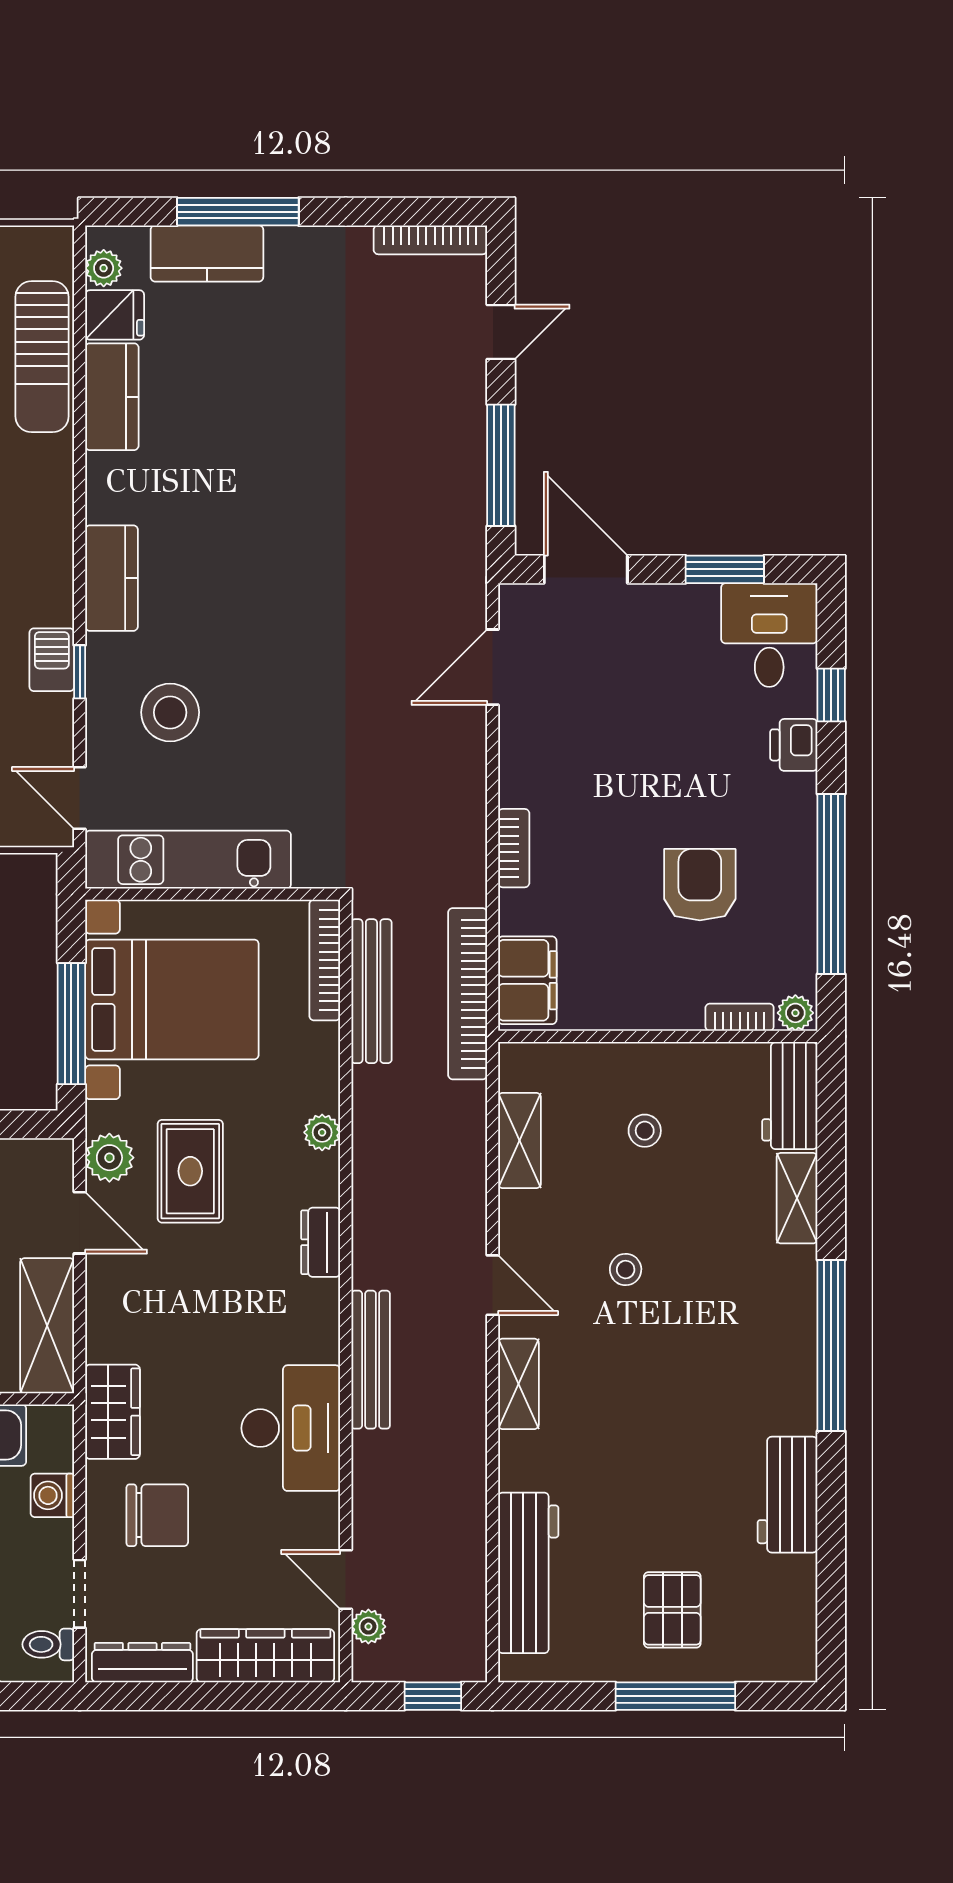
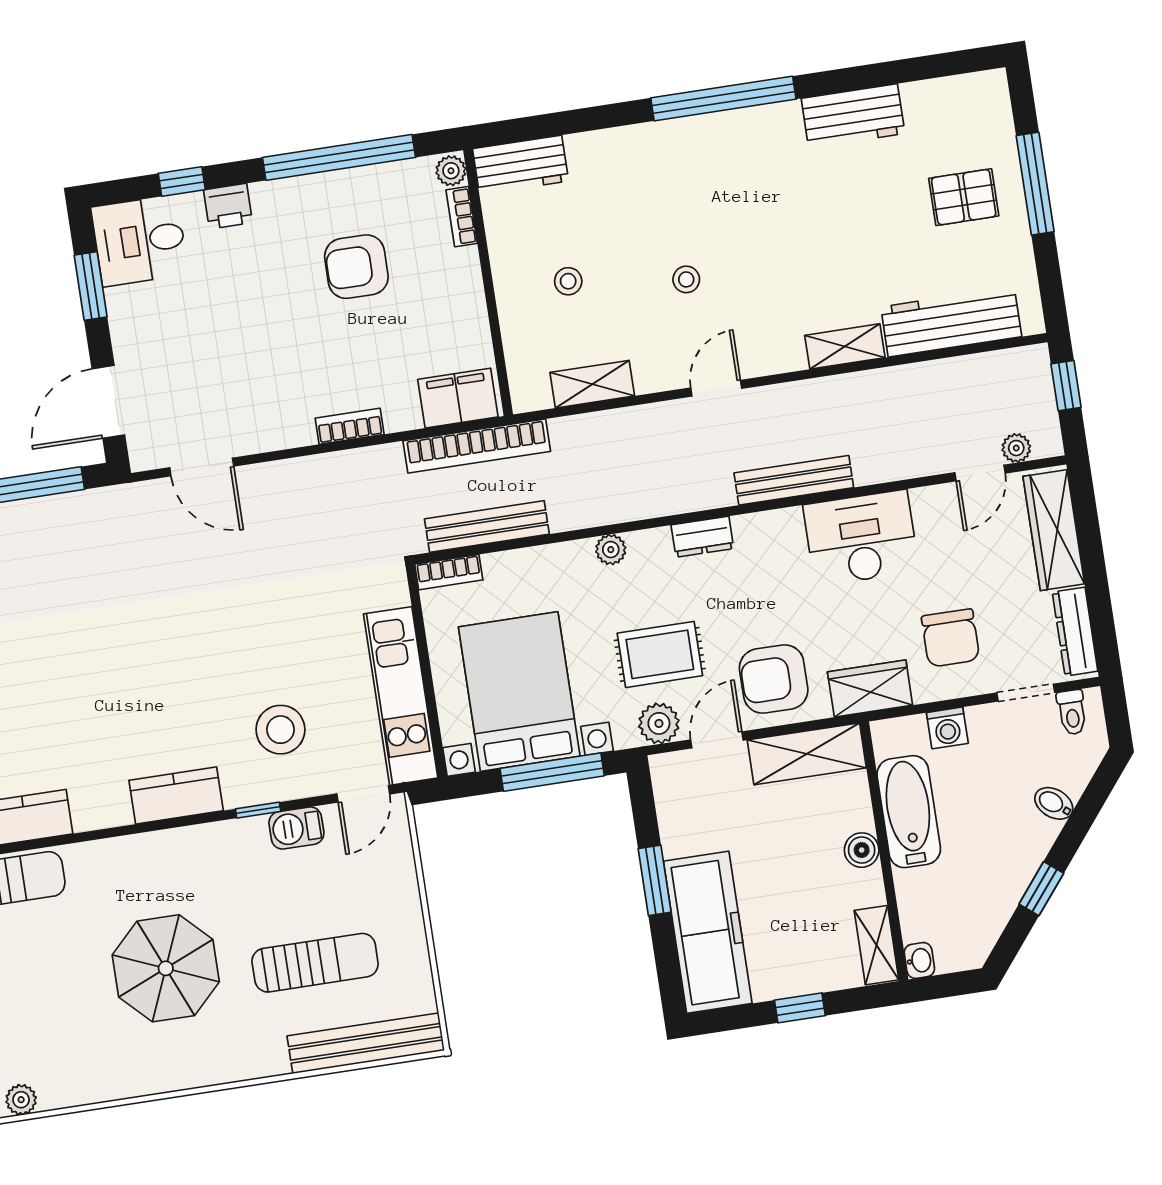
barbecue: (52, 660) -> (296, 828), moved
bookcase: (325, 960) -> (449, 572), width x0.64
shelving: (797, 1198) -> (605, 146), removed
armchair: (141, 1300) -> (774, 679), added
shelving: (518, 1384) -> (845, 346), moved
chair: (157, 1515) -> (951, 638), turned 180

